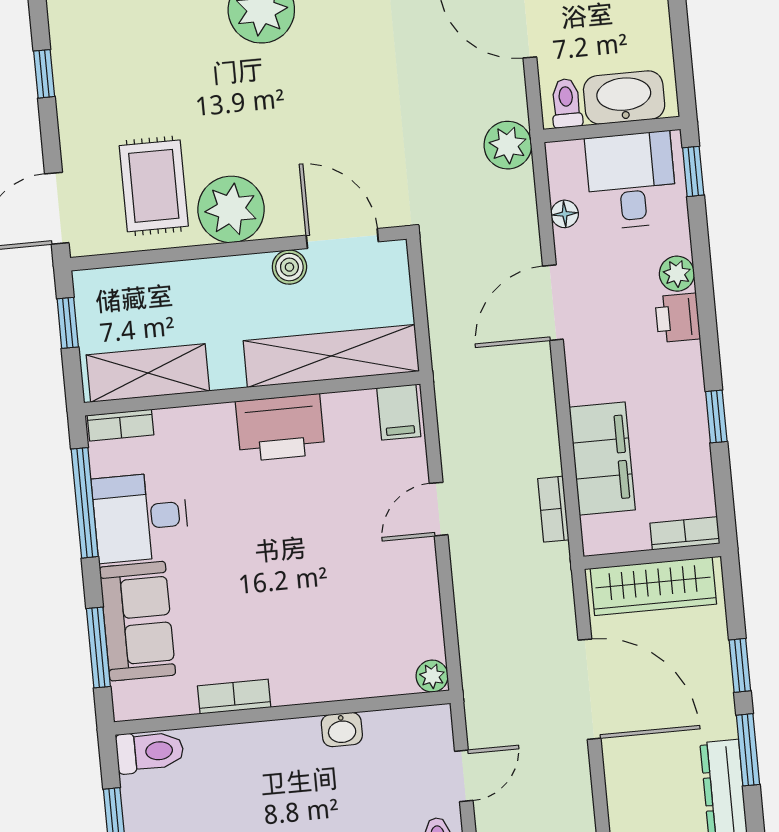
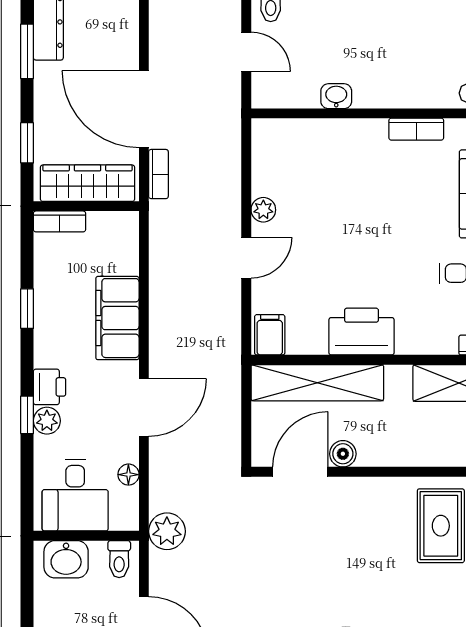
washbasin: (624, 98) -> (66, 559), width x0.72
window: (693, 171) -> (27, 415), moved
plant: (231, 209) -> (383, 502), removed
door: (342, 239) -> (300, 472), swing flipped
filing cabinet: (602, 459) -> (117, 318), moved
bookcase: (553, 509) -> (158, 174), moved
window: (740, 665) -> (27, 143), moved
plant: (432, 676) -> (263, 210), moved
door: (464, 776) -> (246, 52), swing flipped

